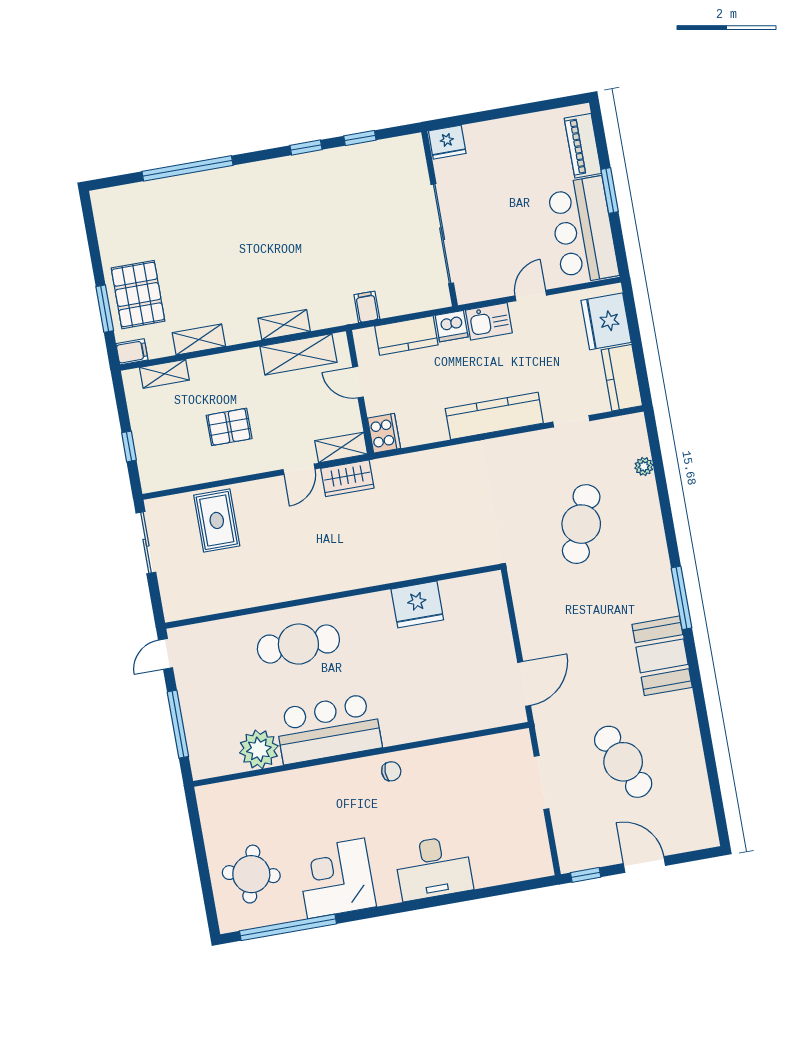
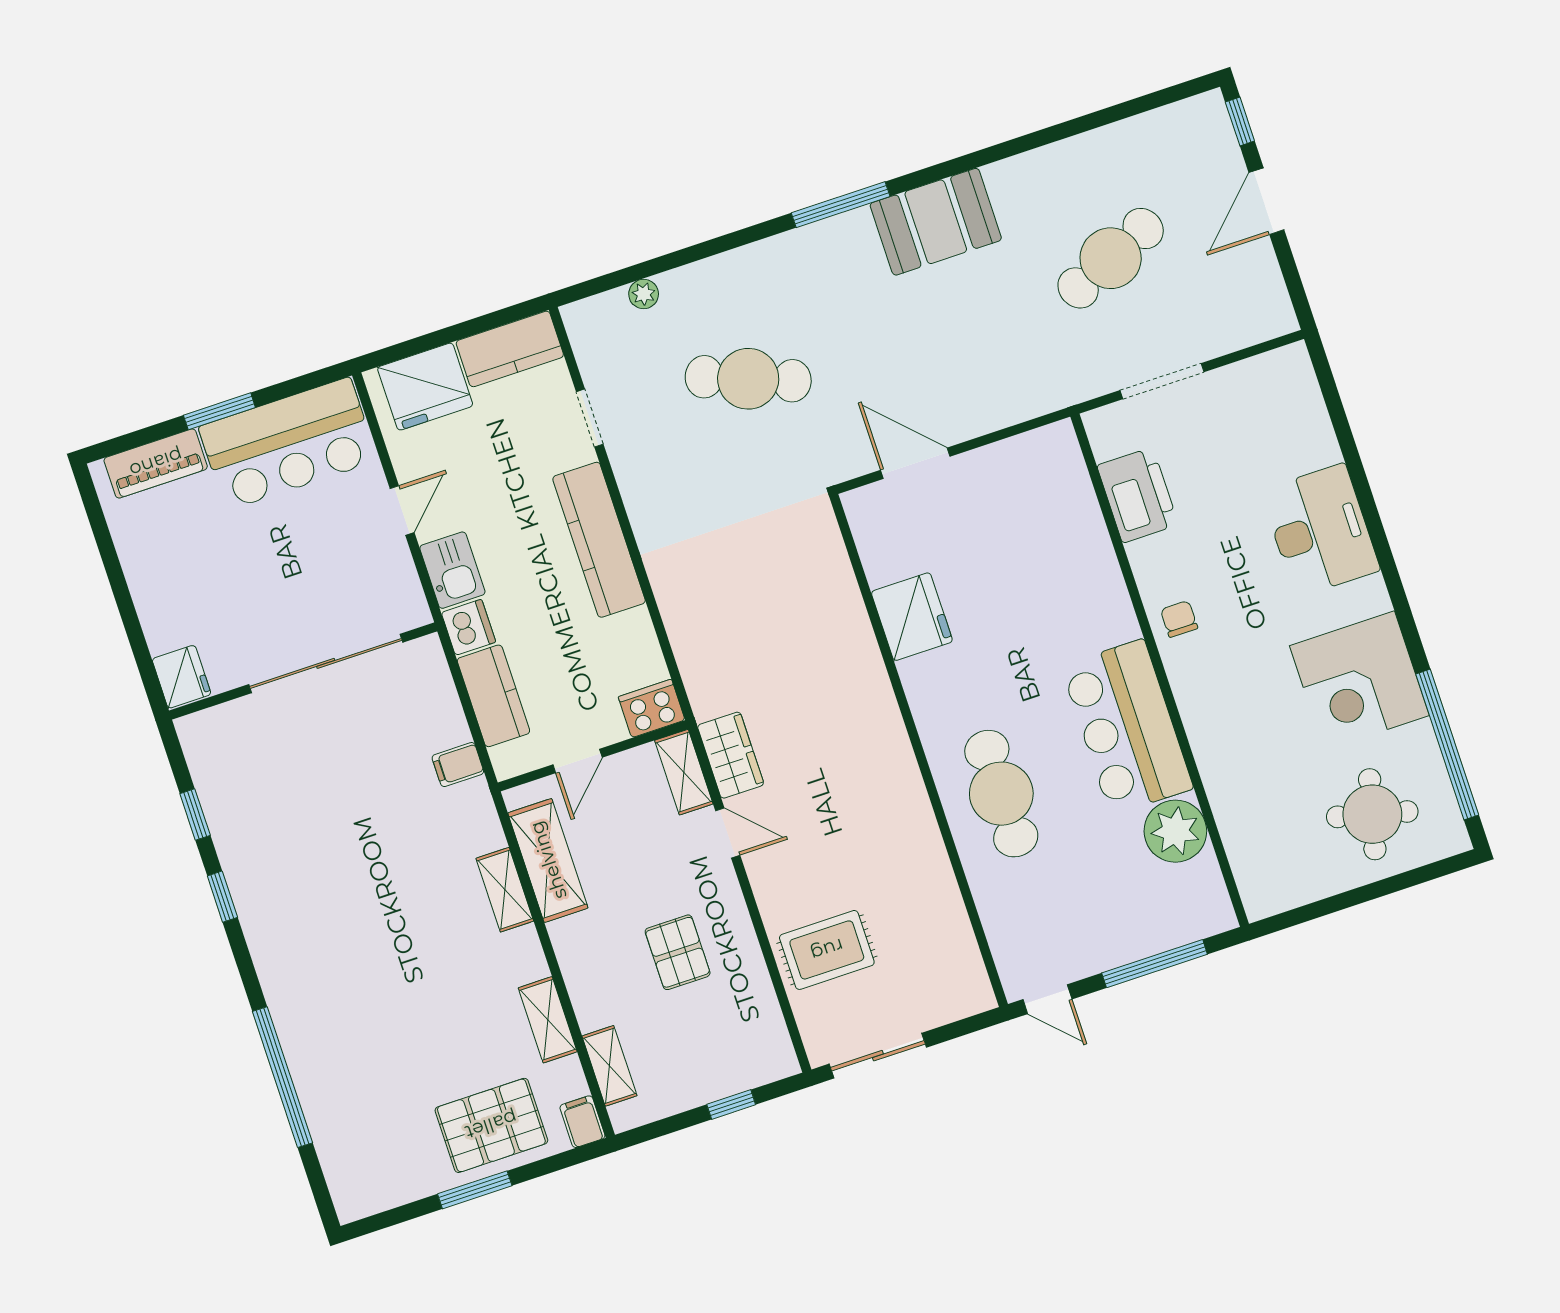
door: (531, 295) -> (402, 511), swing flipped
window: (105, 309) -> (475, 1190), moved
door: (524, 684) -> (915, 463), moved
printer: (473, 757) -> (1138, 495), added
window: (586, 875) -> (1240, 121), moved

